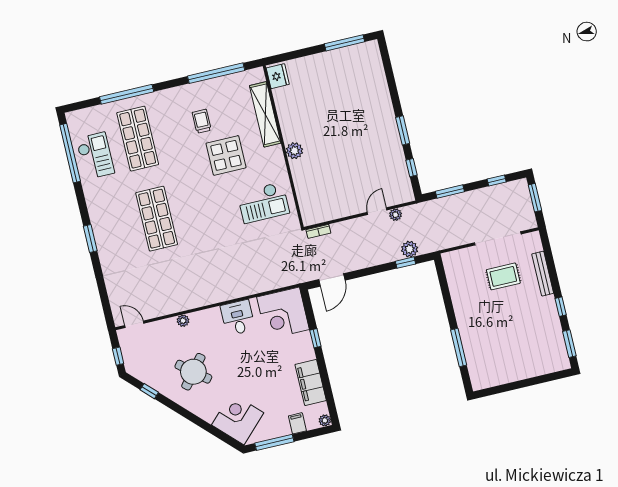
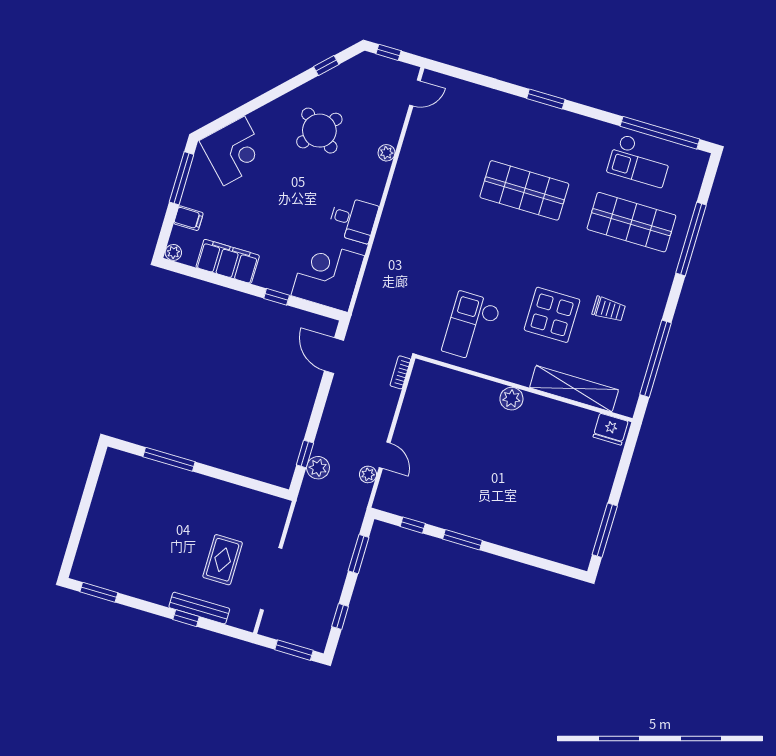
window: (561, 307) -> (186, 618), moved

